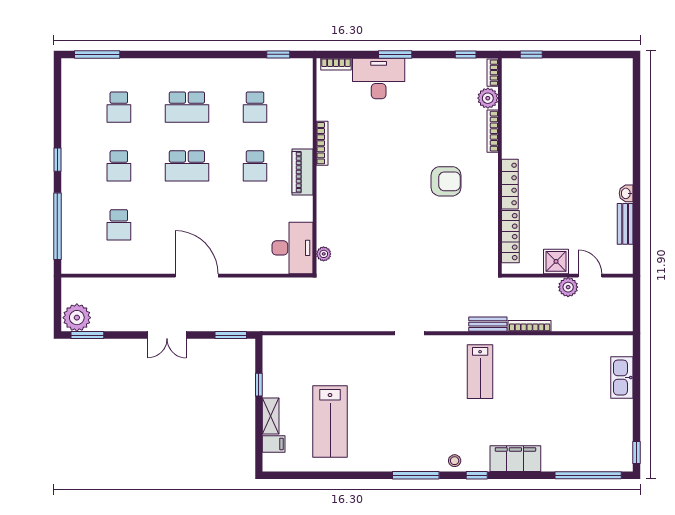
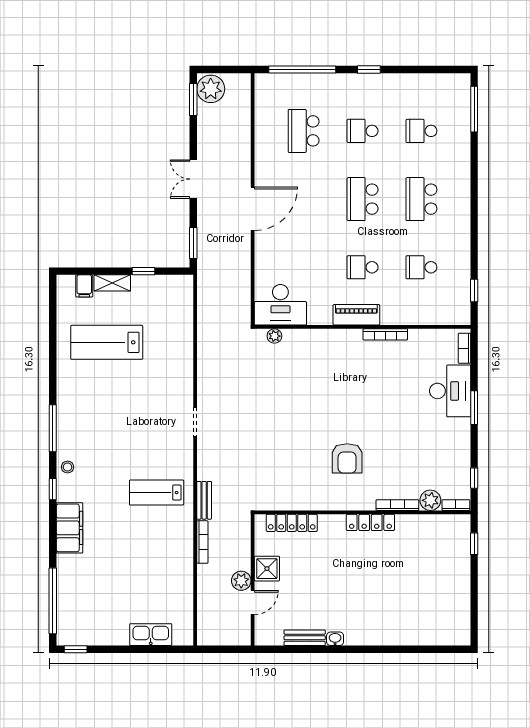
locker: (510, 184) -> (370, 522), moved
school desk: (119, 225) -> (304, 131), width x1.85

